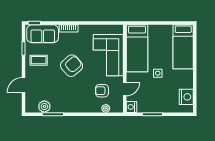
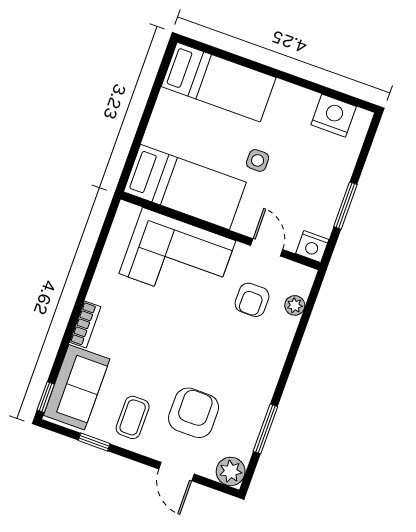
armchair: (72, 66) -> (194, 413), moved, turned 41
plant: (44, 106) -> (231, 471), moved

